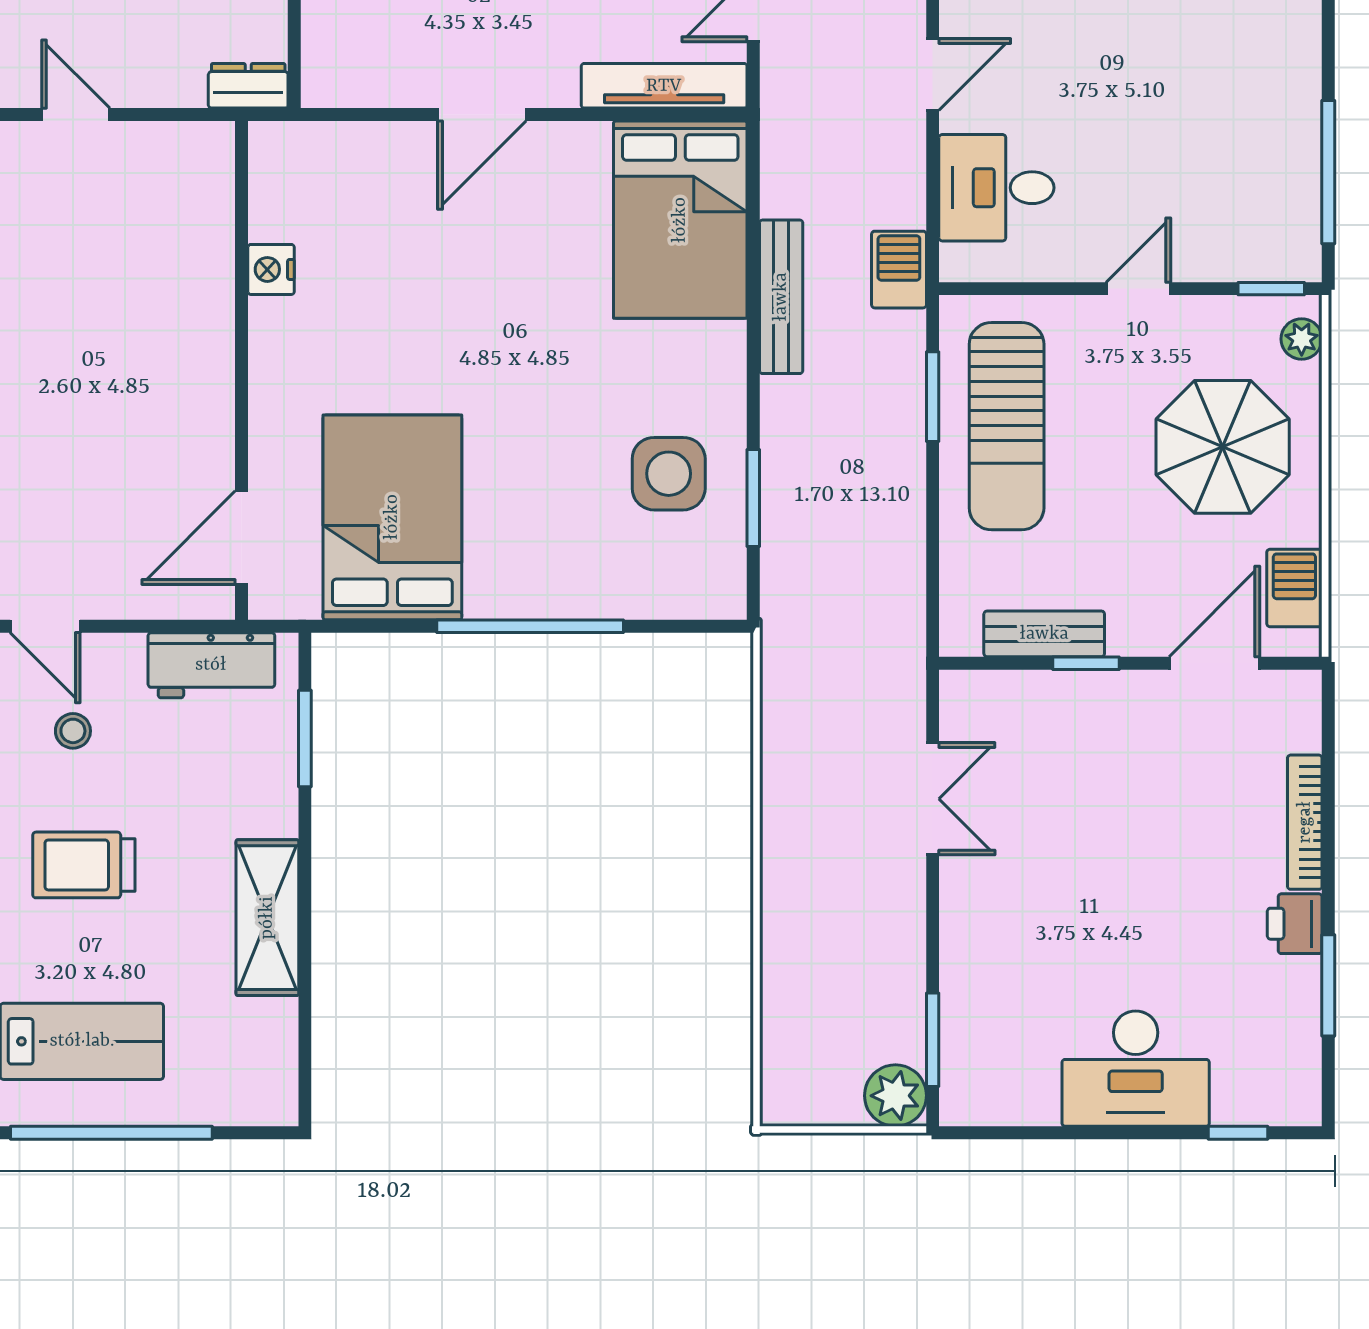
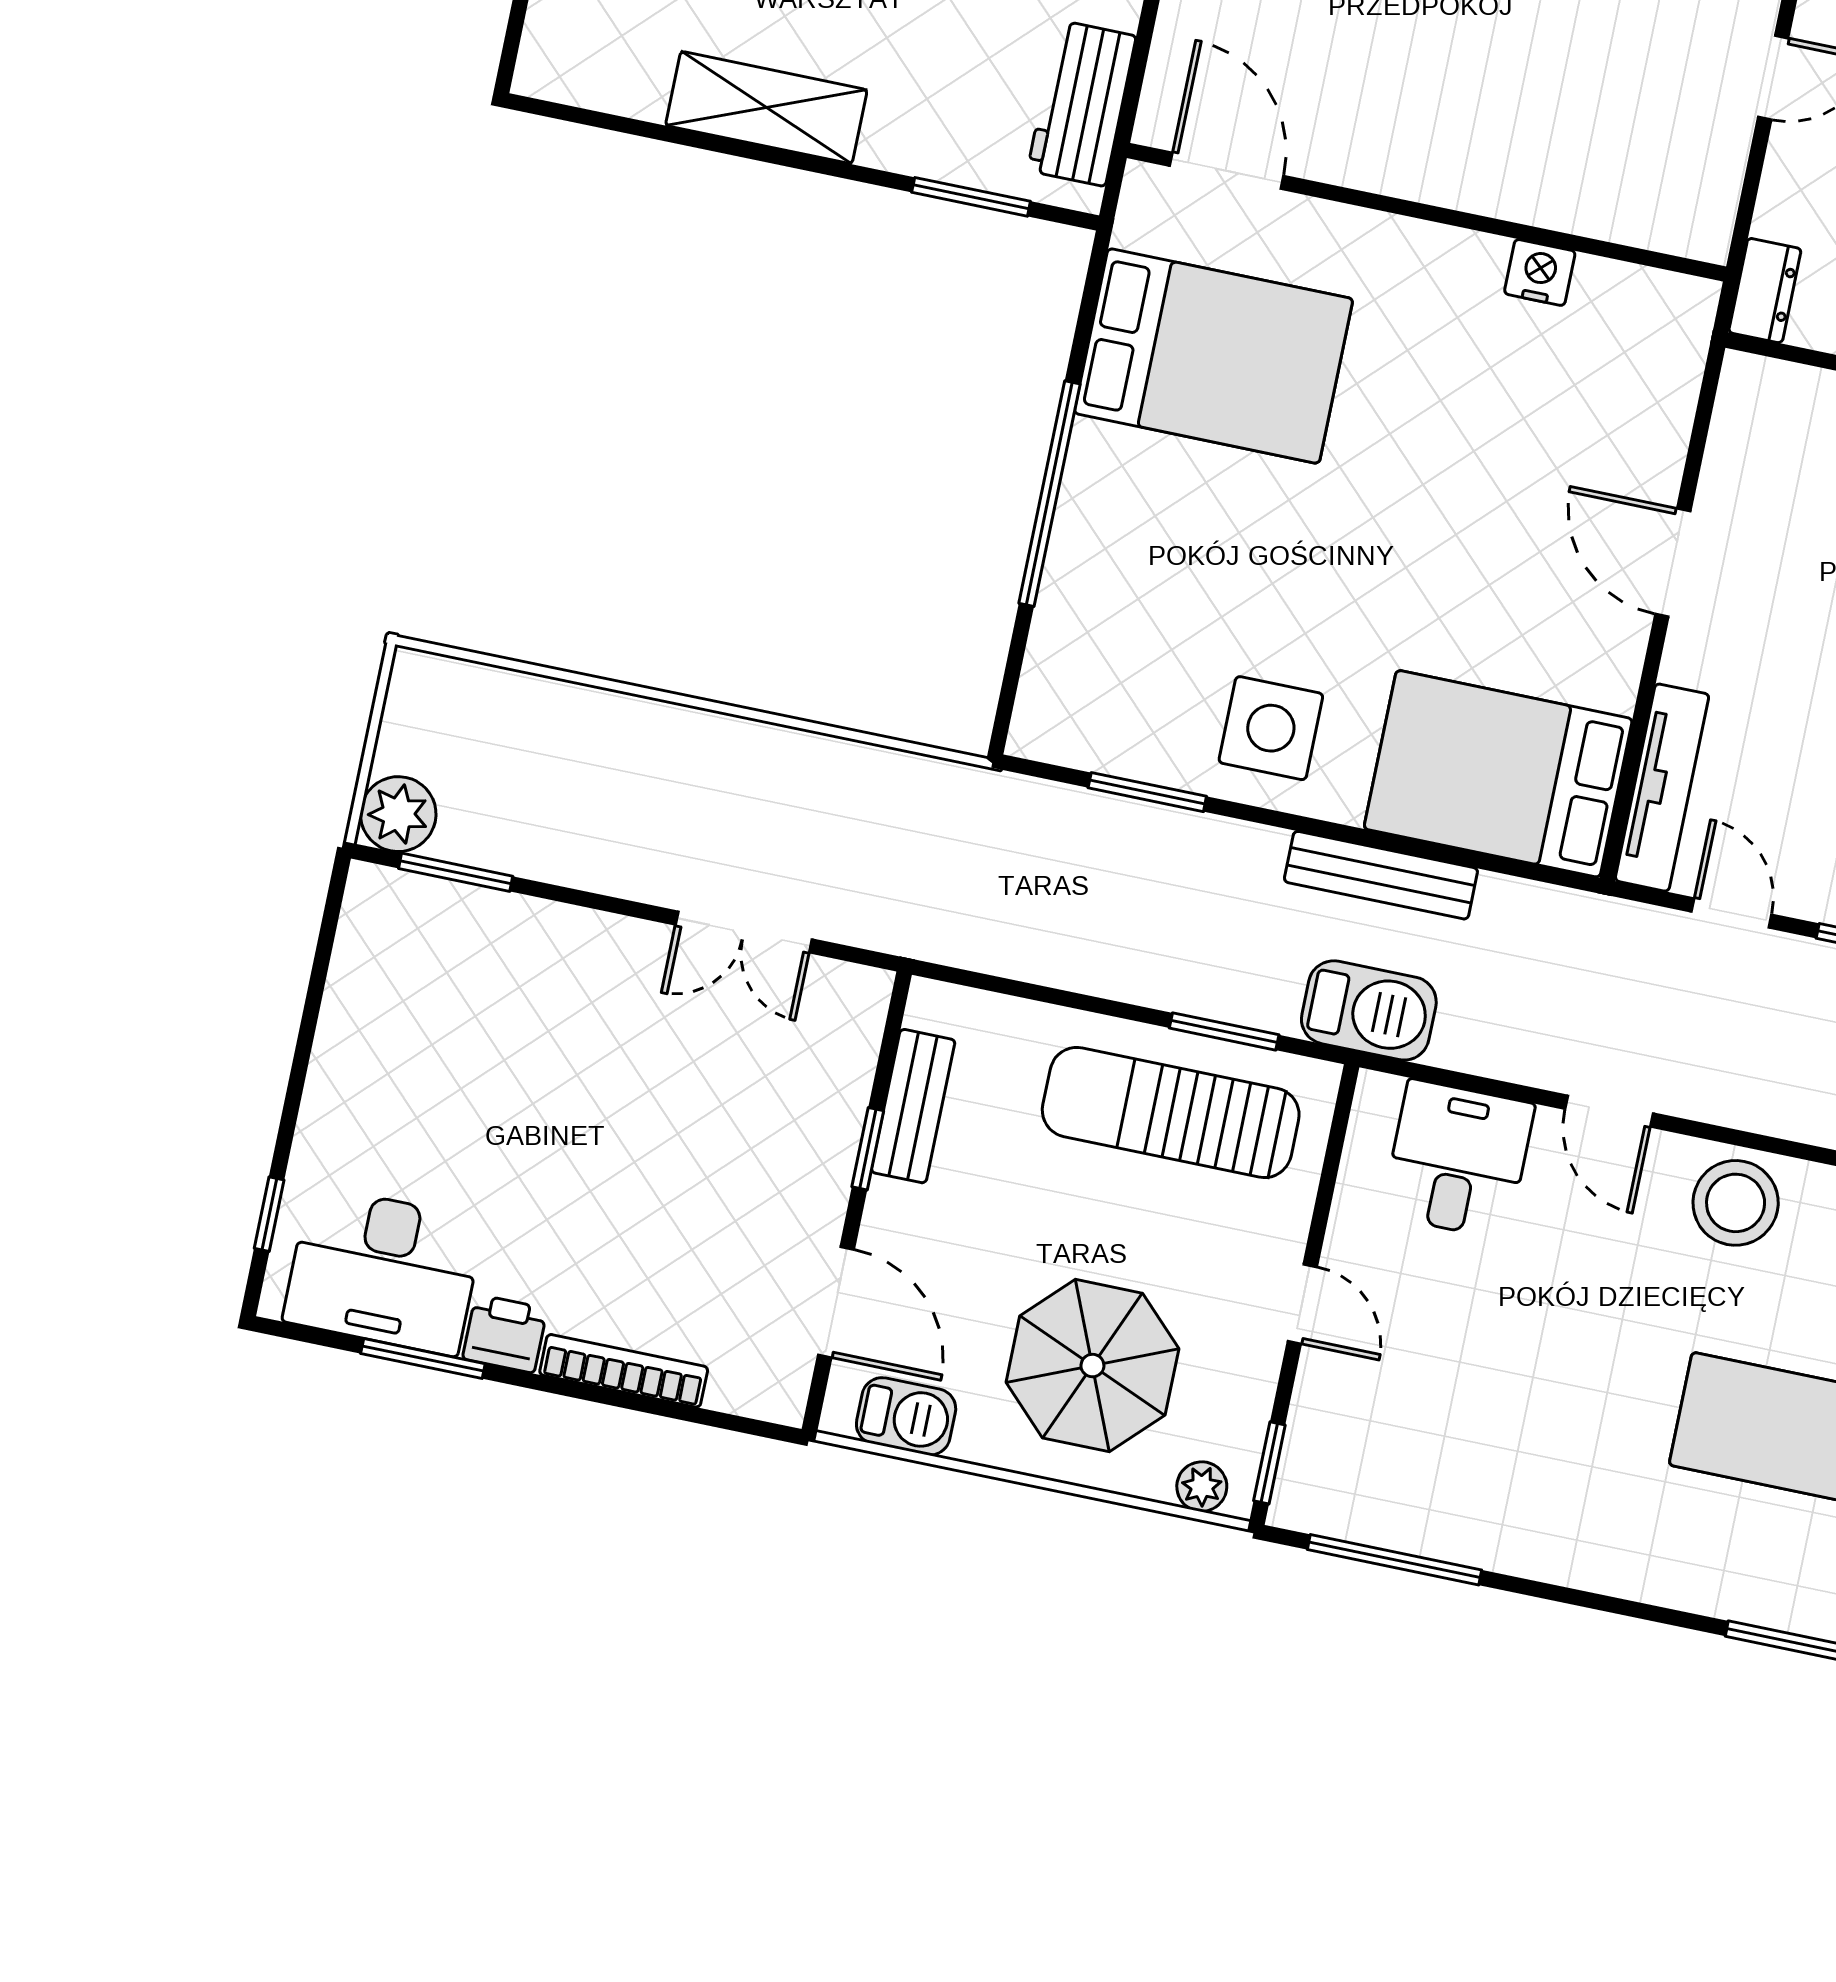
barbecue: (899, 270) -> (1369, 1010), width x1.38, depth x1.27
side table: (669, 474) -> (1271, 728), moved
desk: (1136, 1069) -> (384, 1271), moved, turned -90

